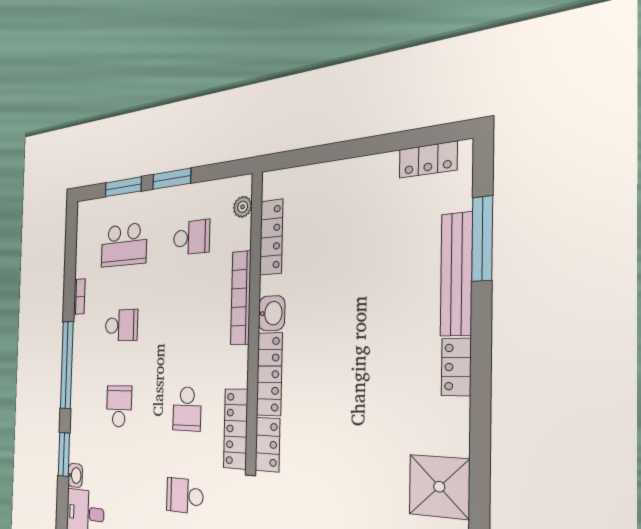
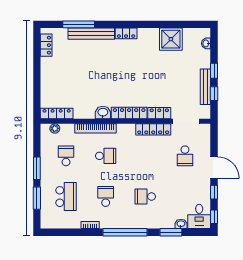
locker: (271, 237) -> (57, 114), moved
school desk: (187, 409) -> (106, 156), moved

